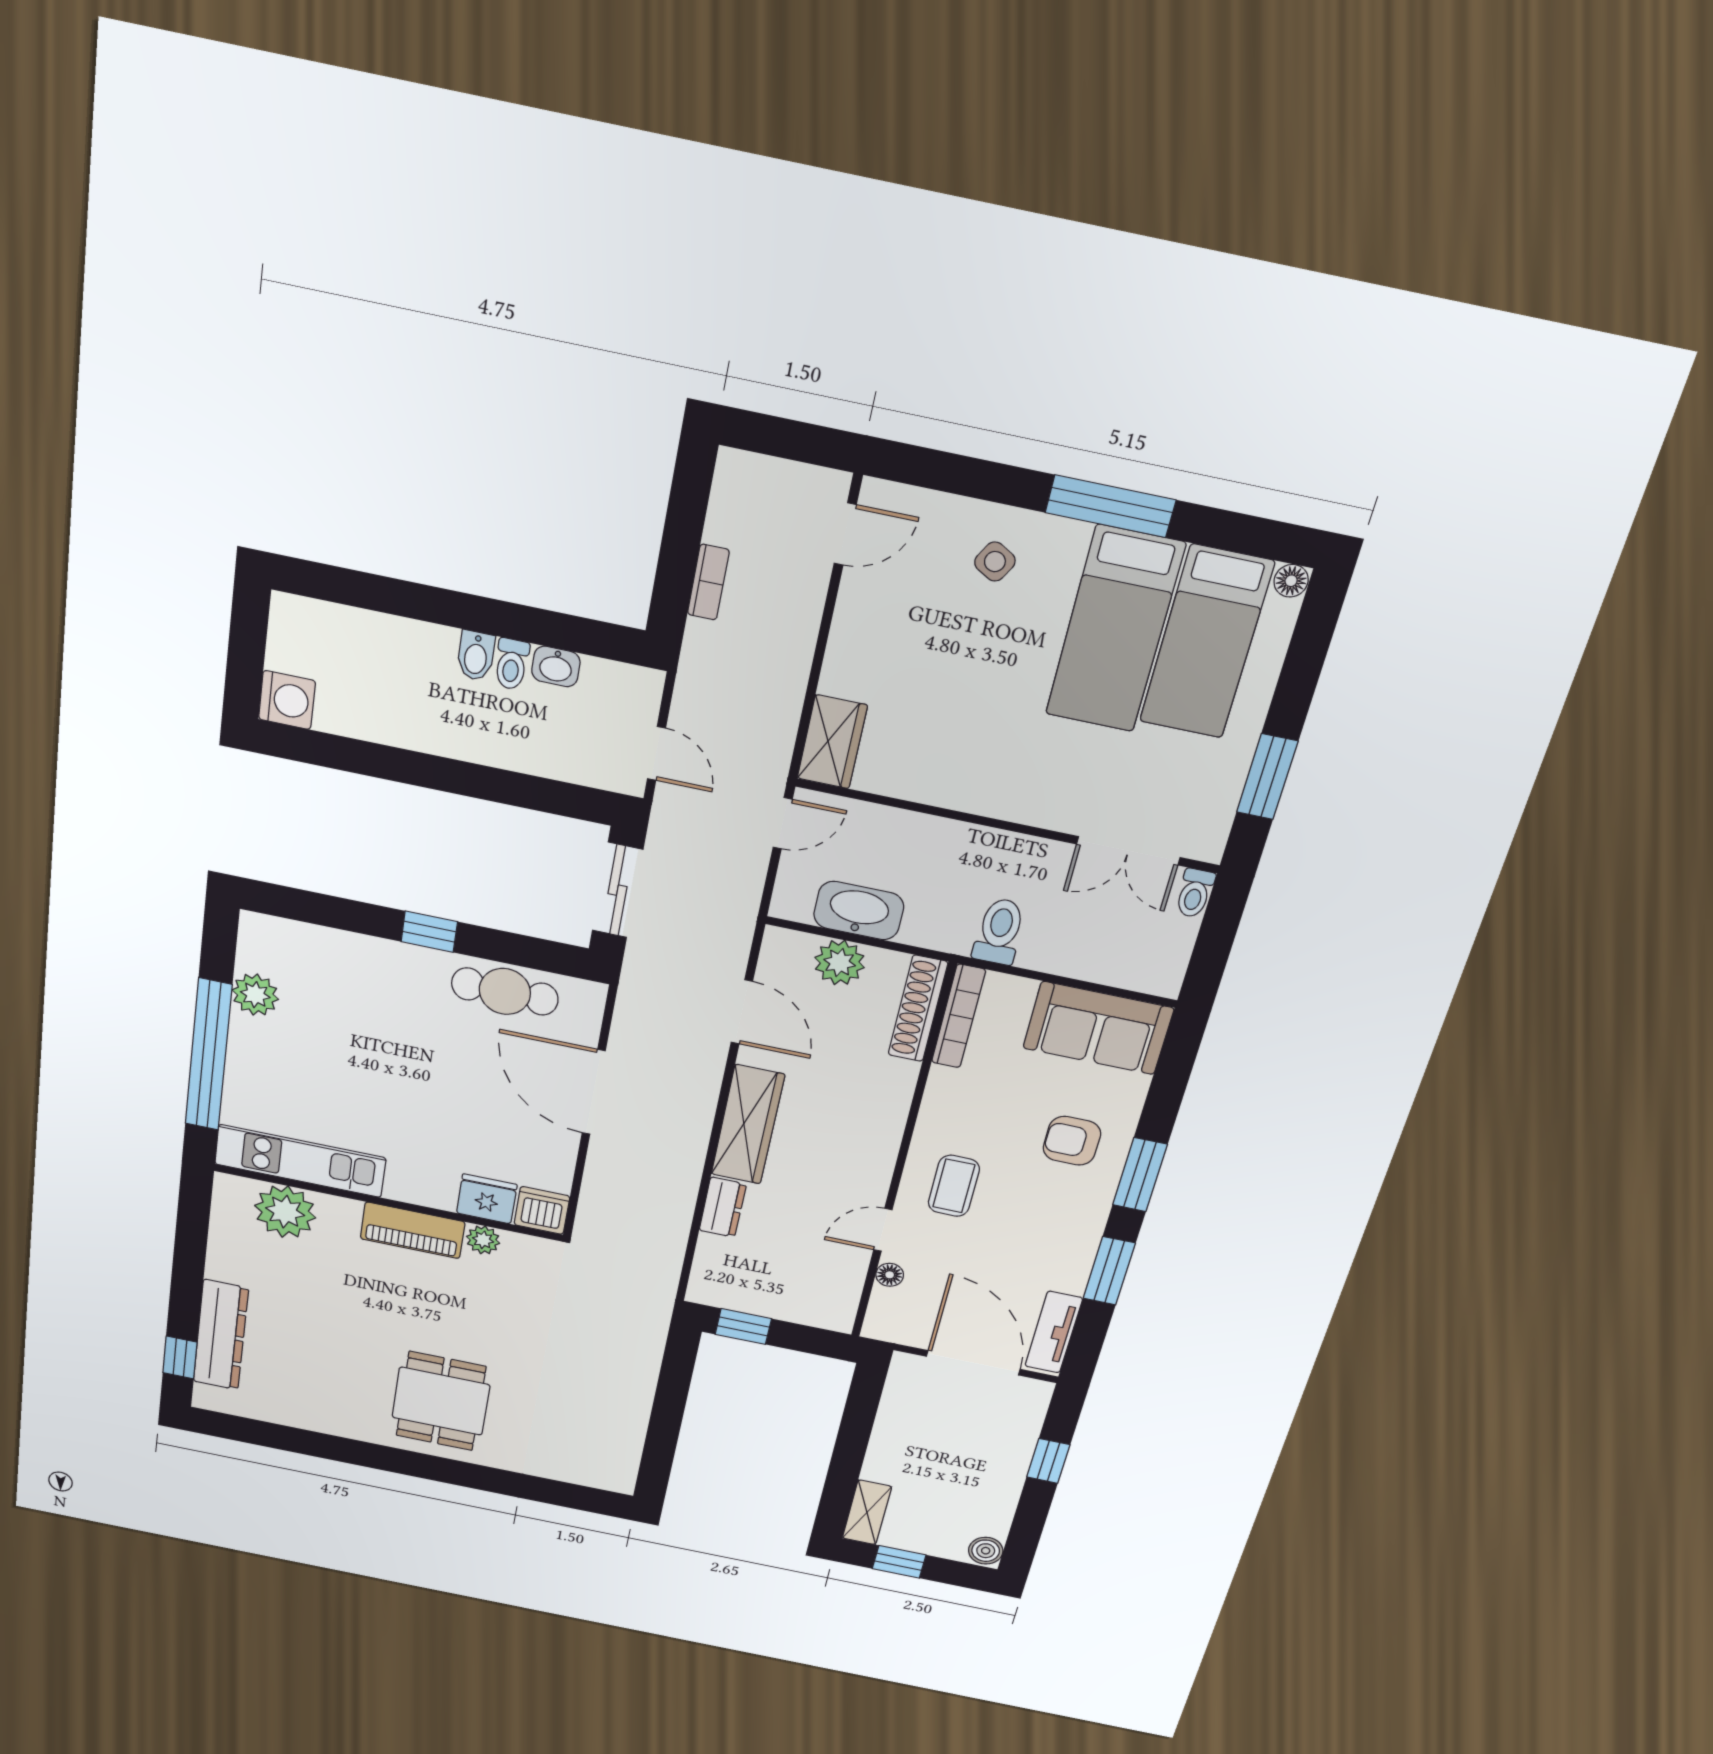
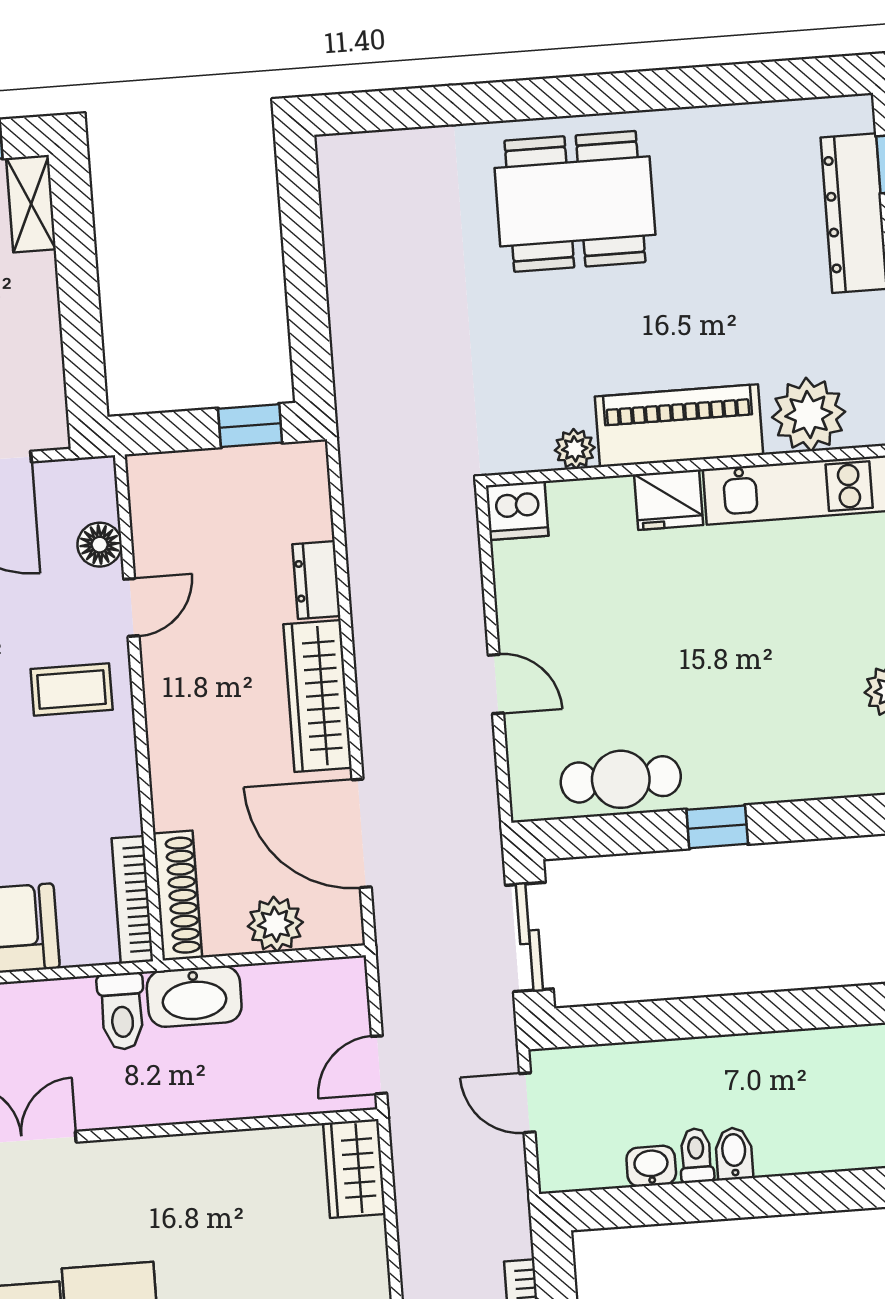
washbasin: (859, 911) -> (194, 996), moved
door: (742, 1012) -> (362, 833), width x1.36
door: (594, 1092) -> (496, 684), width x0.53
coffee table: (954, 1186) -> (72, 689), turned 90
fridge: (487, 1199) -> (669, 500), moved
piano: (413, 1230) -> (679, 426), width x1.37, depth x1.33
floor lamp: (890, 1275) -> (100, 545), width x1.37, depth x1.37
dining table: (441, 1401) -> (575, 201), width x1.38

